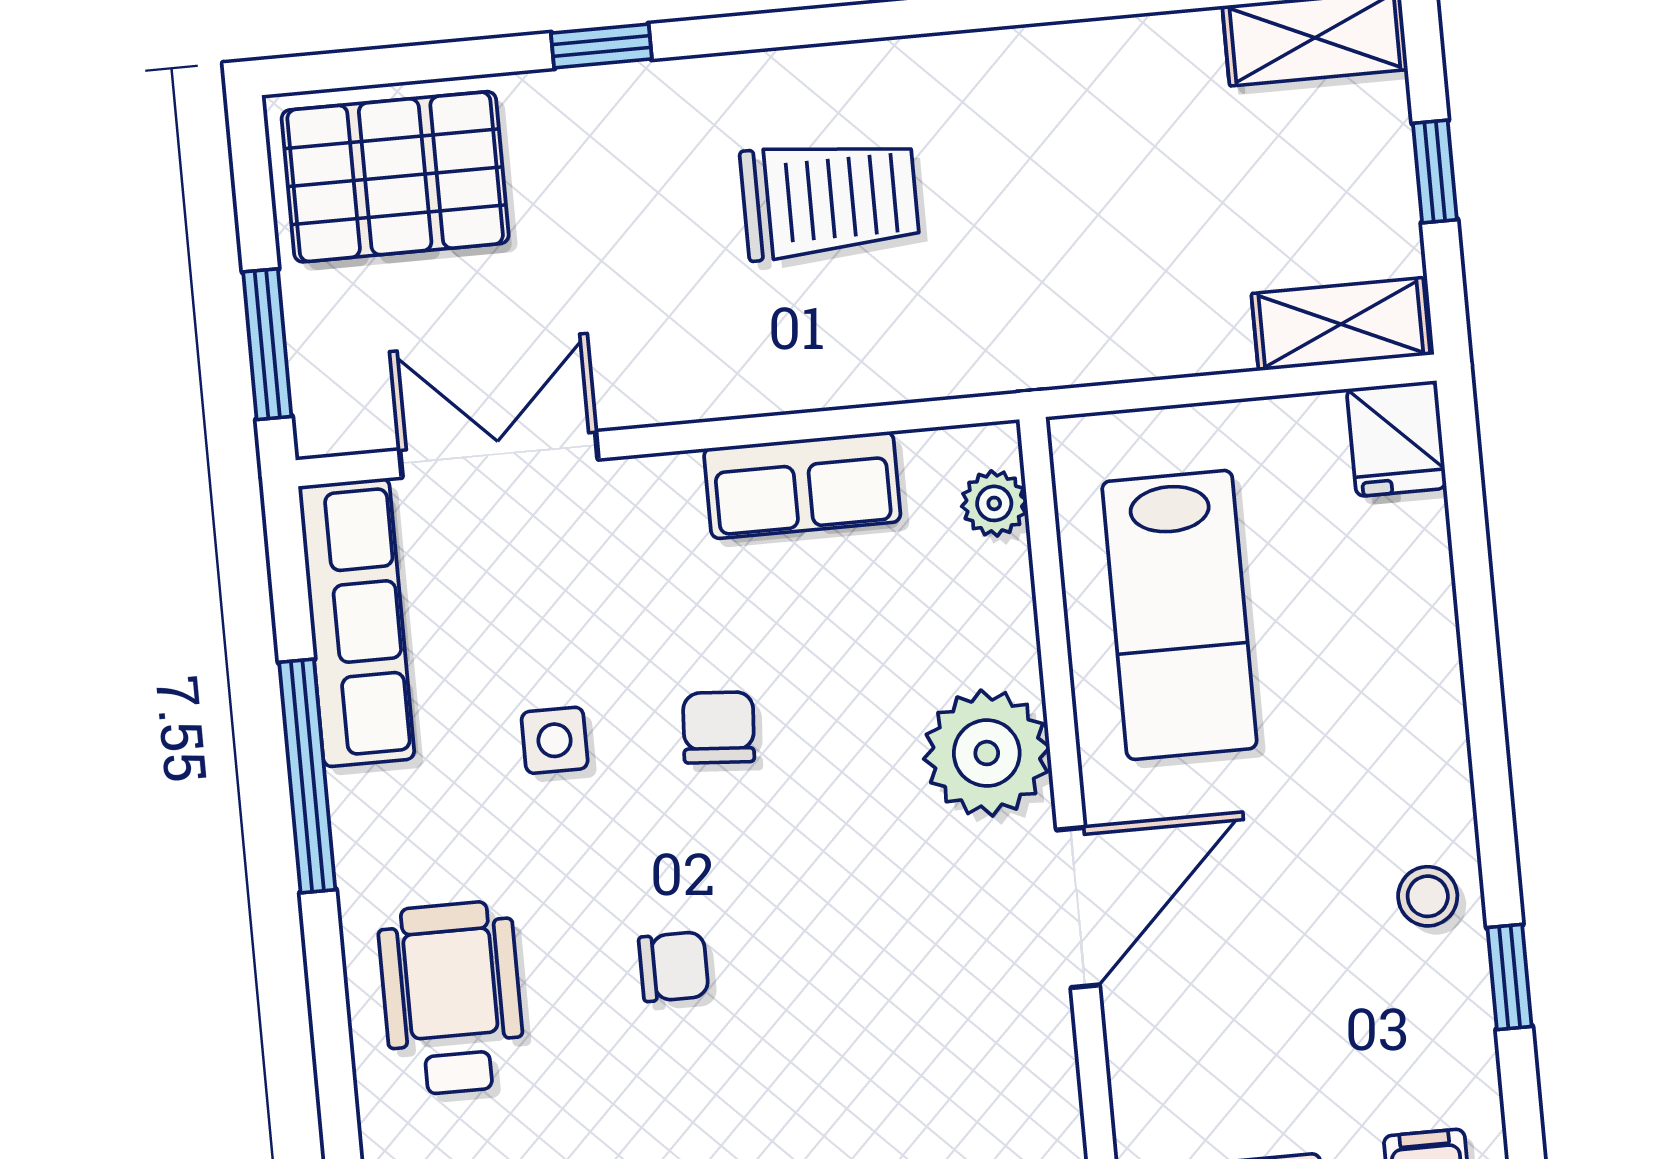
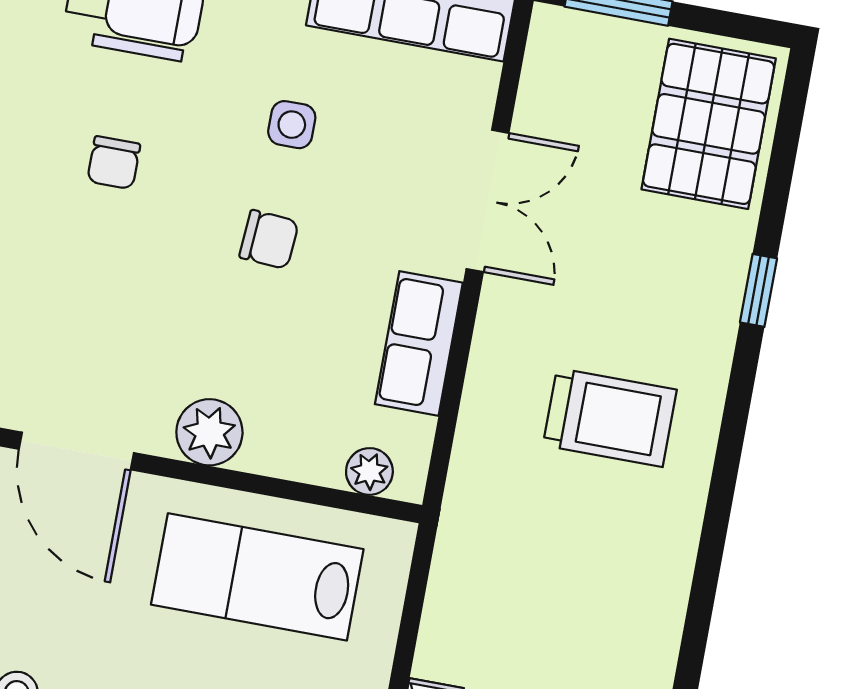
trolley: (830, 199) -> (610, 417), turned -90
double door: (499, 454) -> (487, 201), moved
plant: (987, 753) -> (209, 432), width x0.73, depth x0.73

